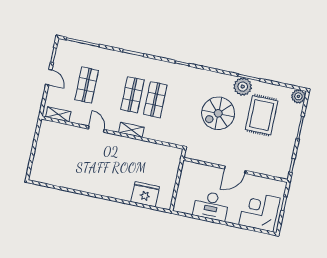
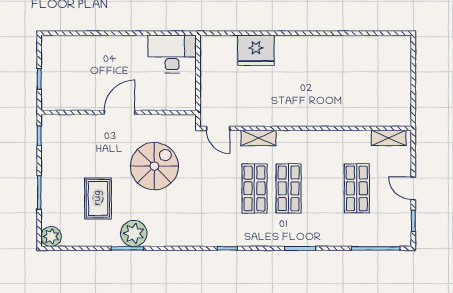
spiral stairs: (218, 113) -> (154, 166), moved
rug: (262, 115) -> (98, 198), width x0.73, depth x0.70
door: (96, 129) -> (218, 128), moved
shelving: (131, 130) -> (259, 138), moved
fridge: (145, 194) -> (256, 50), moved
desk: (211, 206) -> (172, 54), moved
corner desk: (259, 211) -> (72, 60), removed

